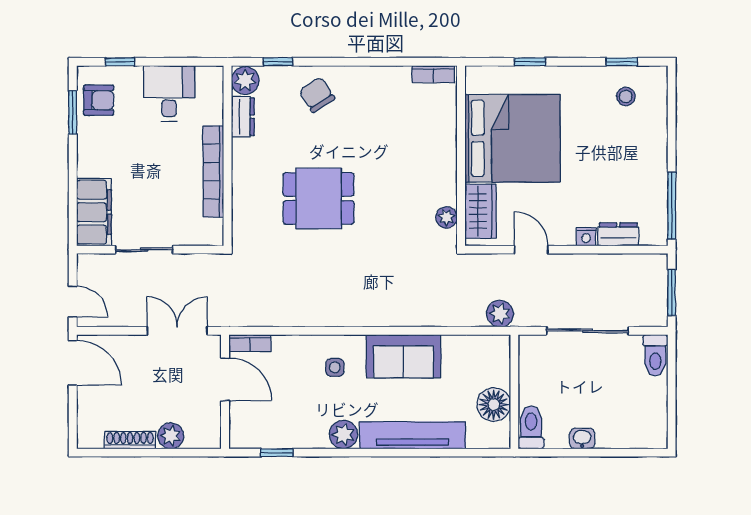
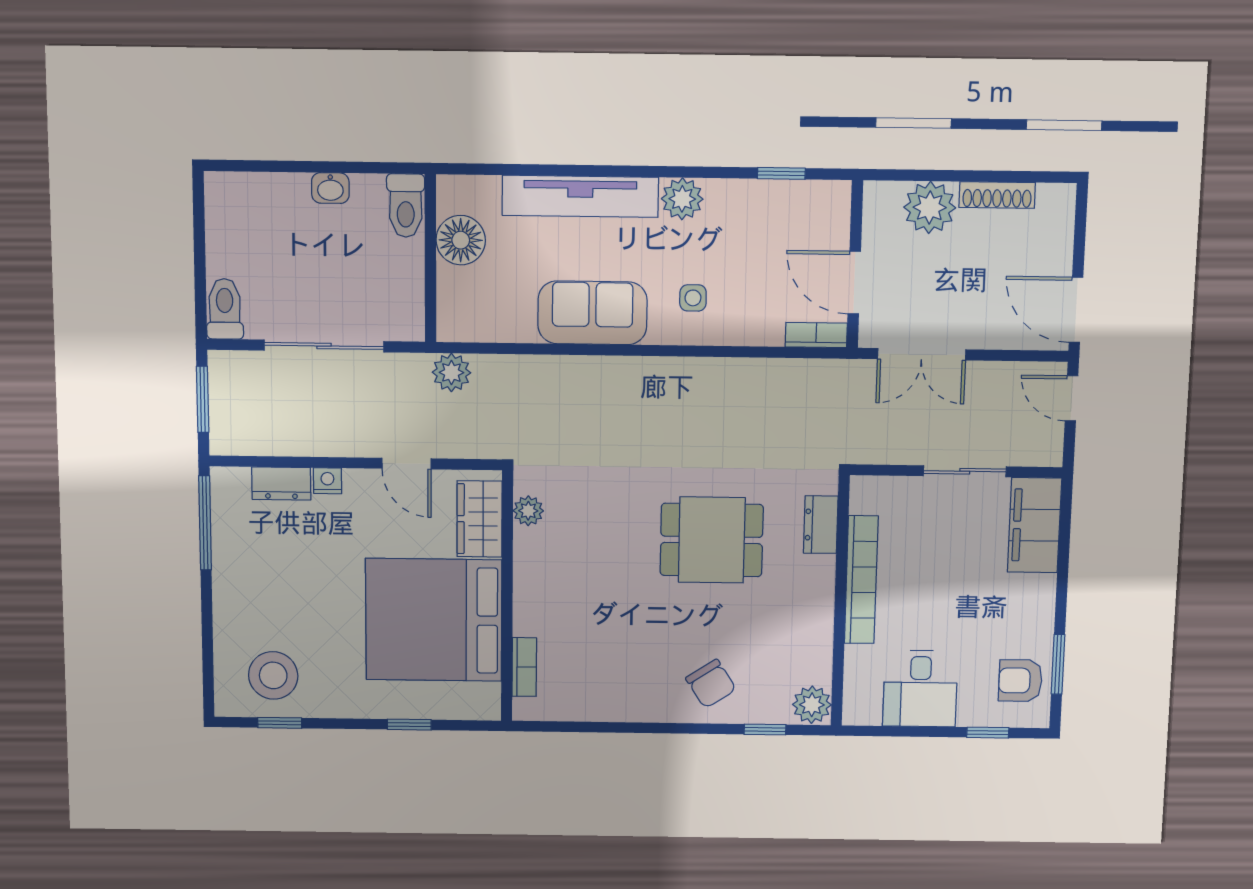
bookcase: (433, 74) -> (524, 667), moved, turned 90
stool: (626, 96) -> (273, 675), width x1.89, depth x1.89
dresser: (243, 117) -> (821, 525), moved
plant: (171, 436) -> (930, 207), width x1.36, depth x1.36

